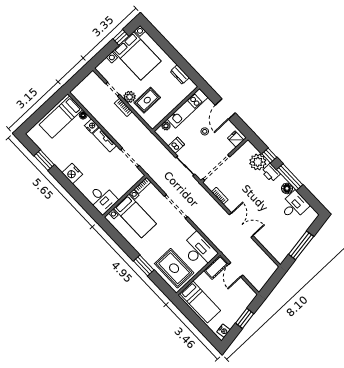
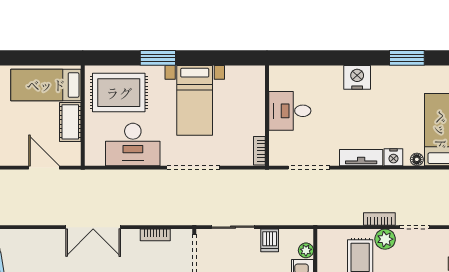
desk: (102, 199) -> (290, 111), moved
bed with nightstands: (135, 216) -> (195, 100), moved, turned -90
desk: (199, 250) -> (133, 144), moved
cot: (216, 267) -> (70, 122), moved

